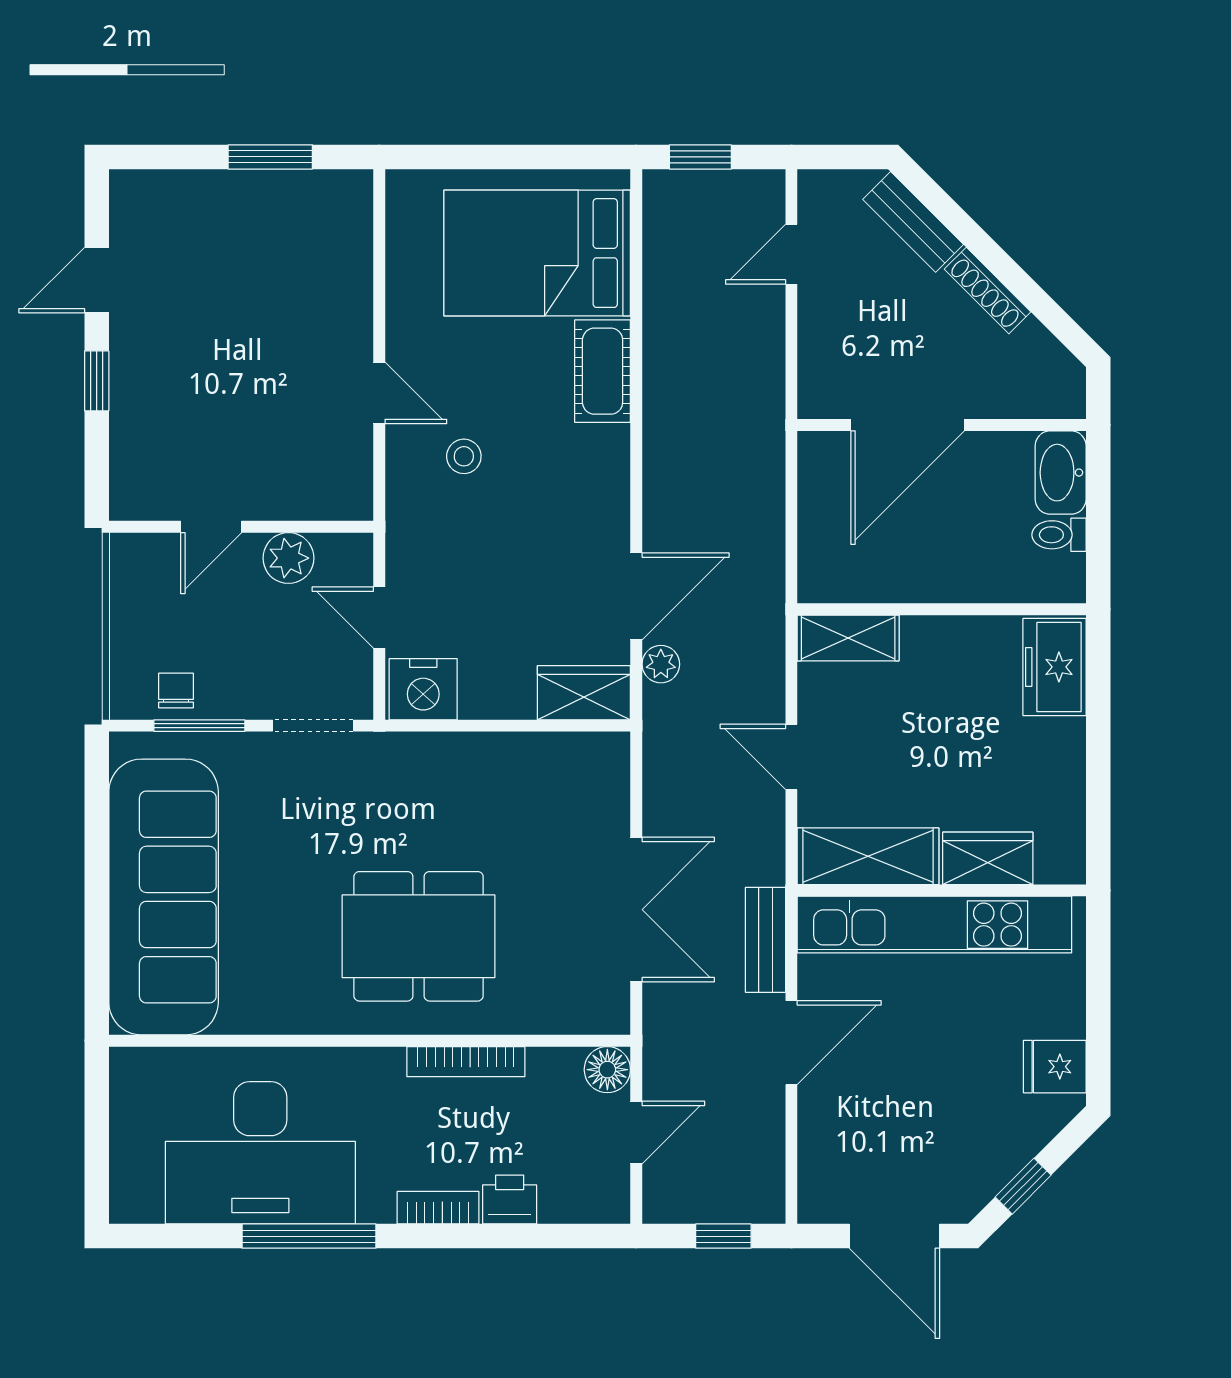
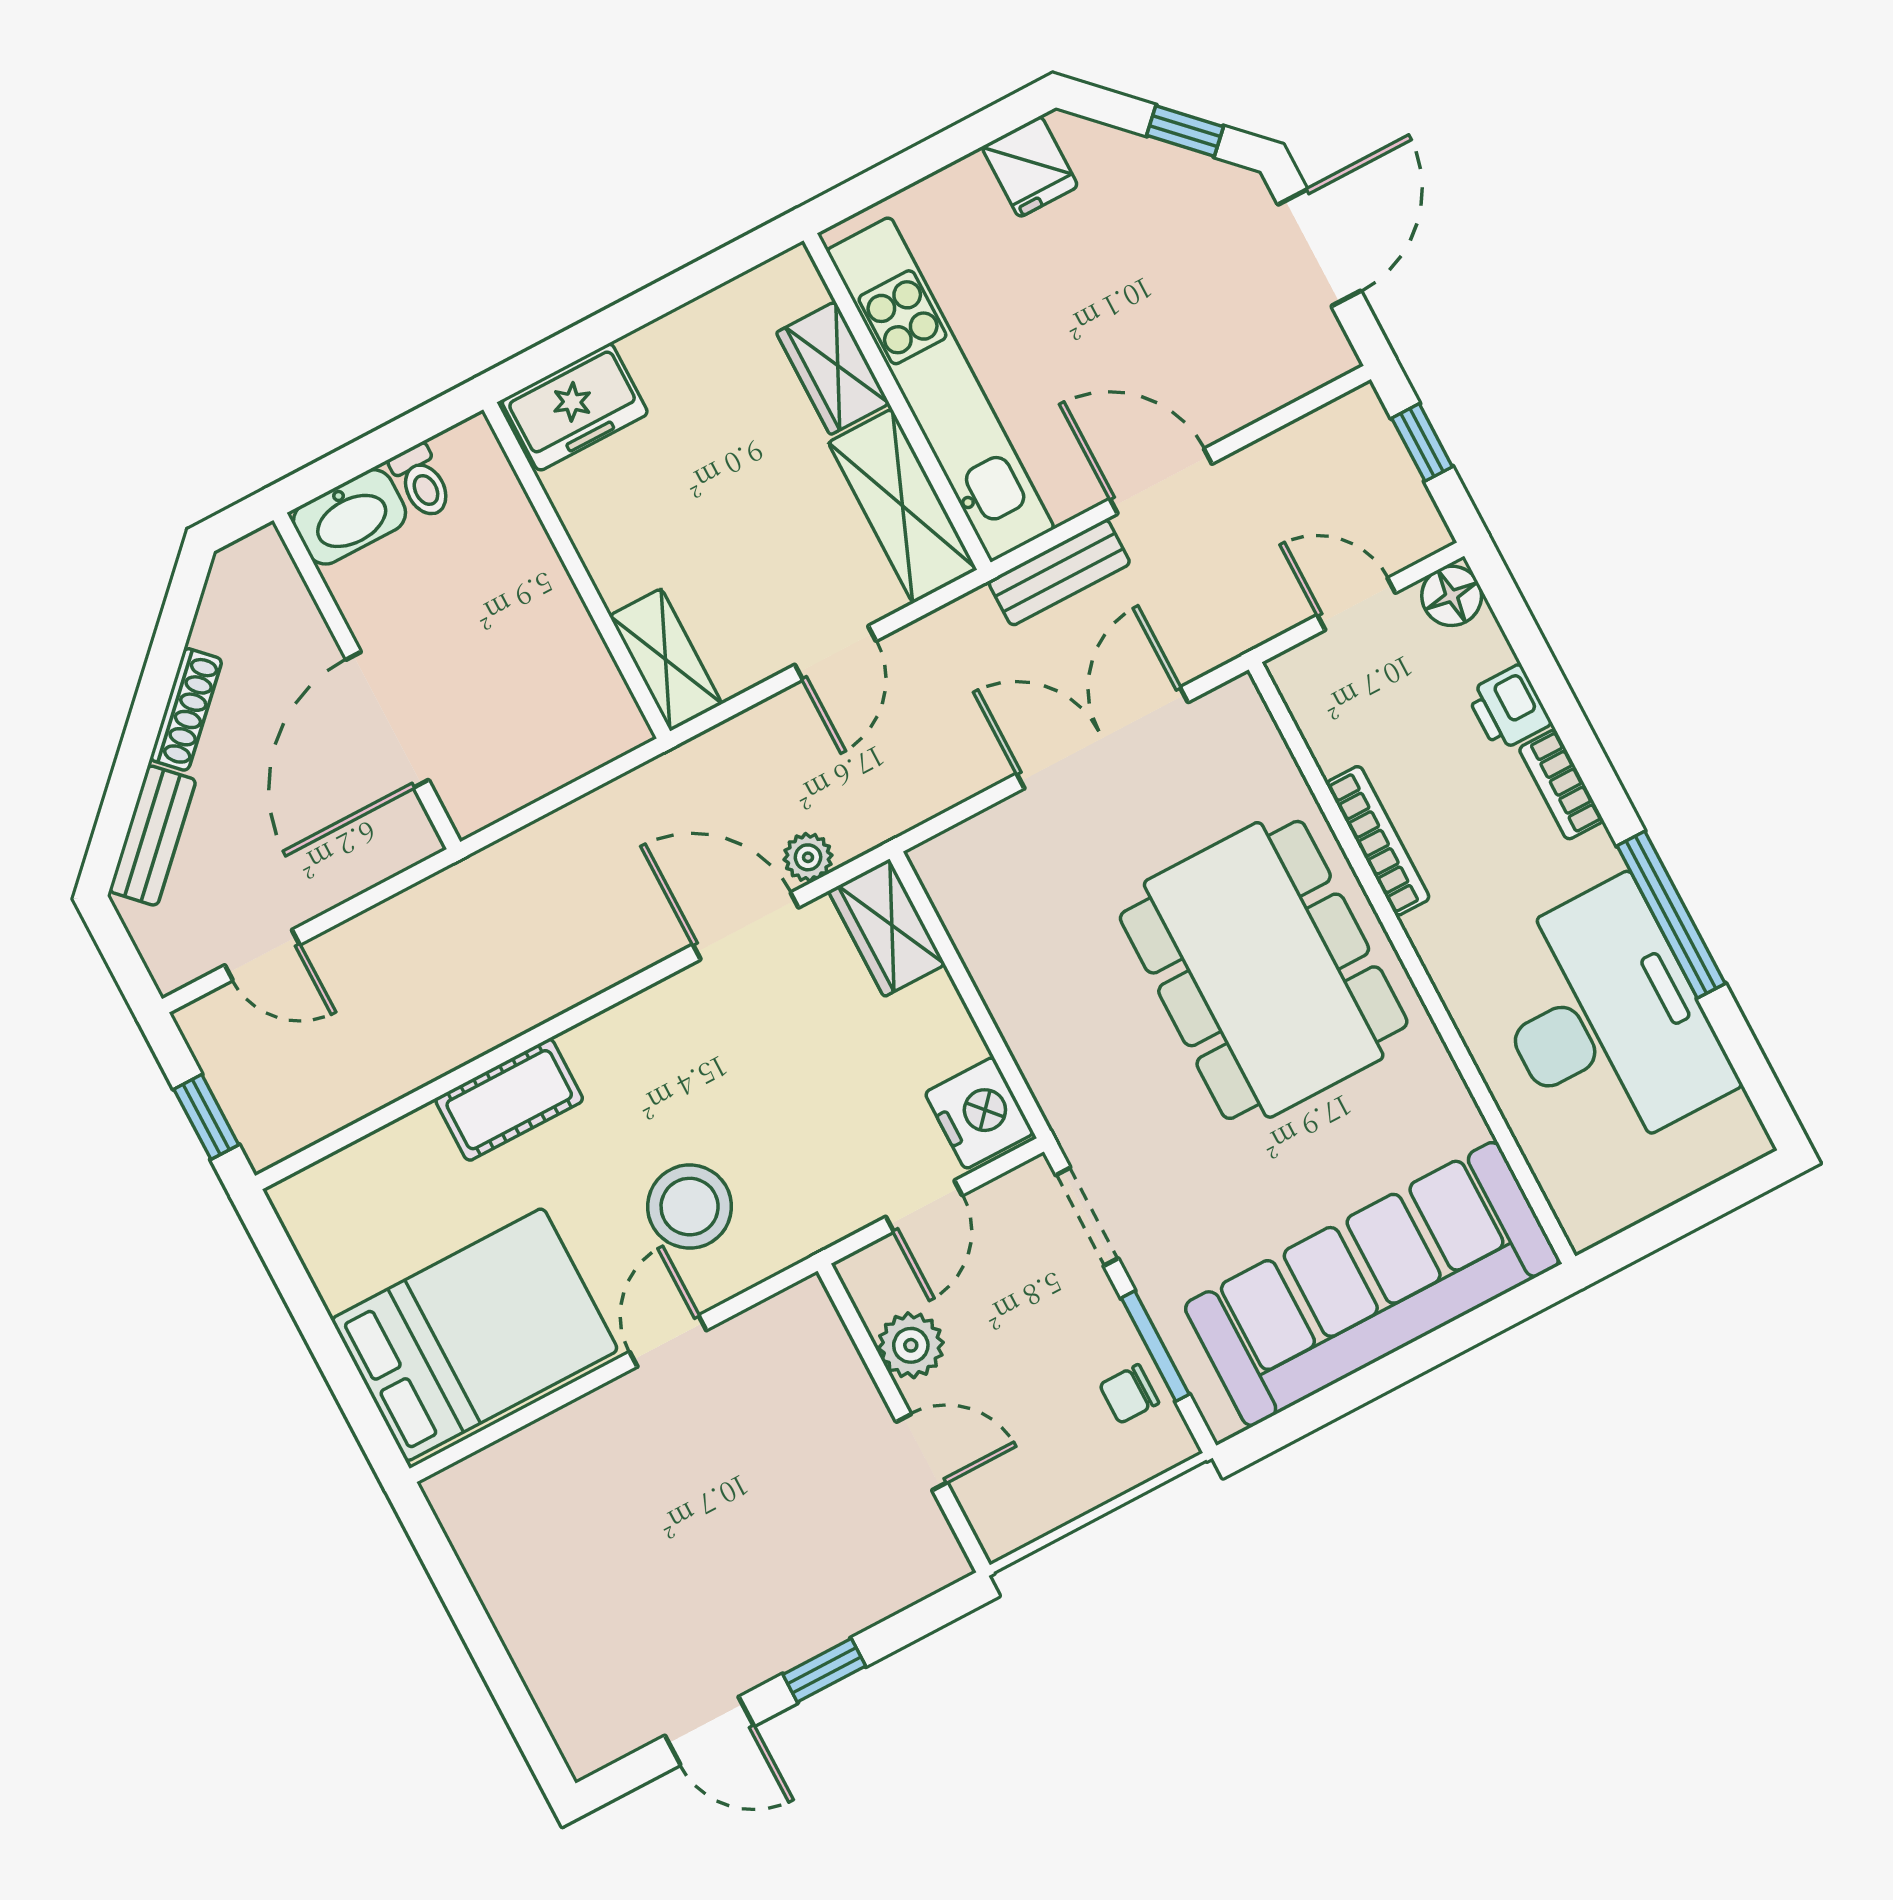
window: (270, 157) -> (465, 1607), removed
bed: (537, 253) -> (475, 1335), moved, turned -90
door: (908, 425) -> (387, 720), swing flipped
stool: (464, 456) -> (690, 1207), width x1.89, depth x1.89
dining table: (419, 936) -> (1264, 970), width x1.36, depth x1.24
floor lamp: (607, 1070) -> (1452, 596), moved

